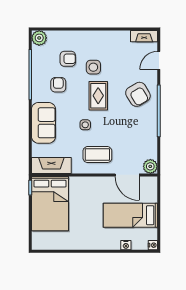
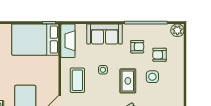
armchair: (68, 59) -> (160, 55), turned 90
rug: (98, 96) -> (128, 81), turned 90

